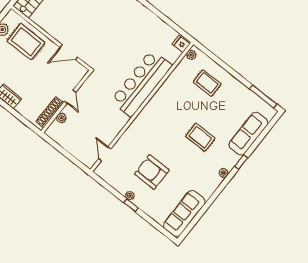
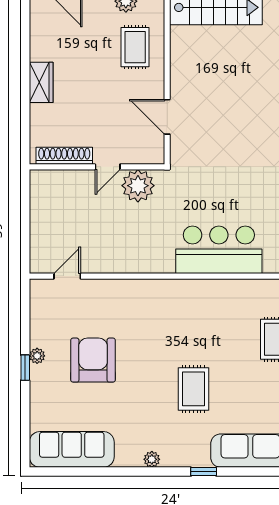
rug: (26, 42) -> (135, 47), width x0.73, depth x0.70
bar counter: (141, 83) -> (219, 250), width x0.73
plant: (61, 118) -> (138, 186), moved, width x1.88, depth x1.88
plant: (224, 173) -> (152, 459), moved

